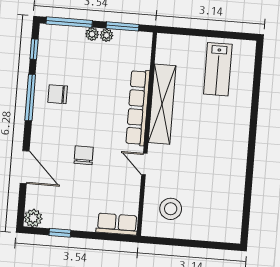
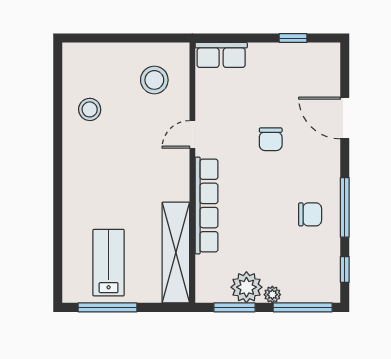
window: (221, 34) -> (108, 307), added
plant: (107, 35) -> (246, 287), width x1.87, depth x1.87
shelving: (162, 104) -> (176, 252), moved
door: (144, 164) -> (192, 134), swing flipped
stool: (223, 190) -> (90, 109), added
plant: (33, 218) -> (329, 54), removed

